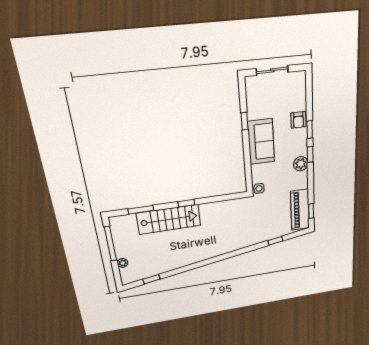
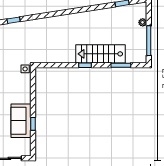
sofa: (261, 142) -> (21, 121), moved

